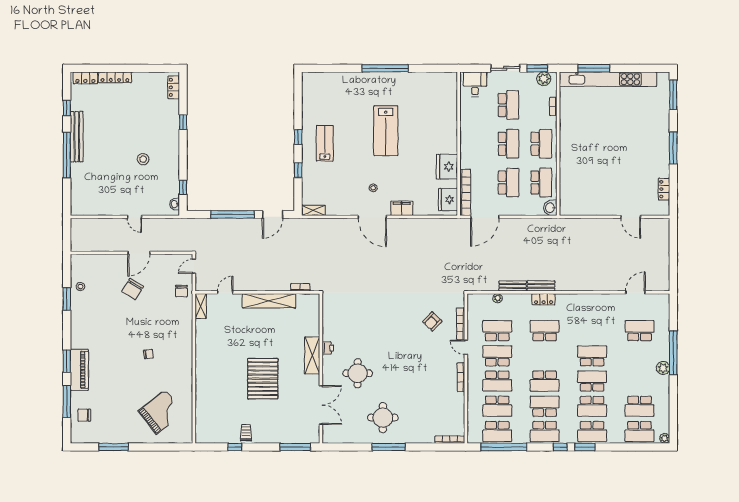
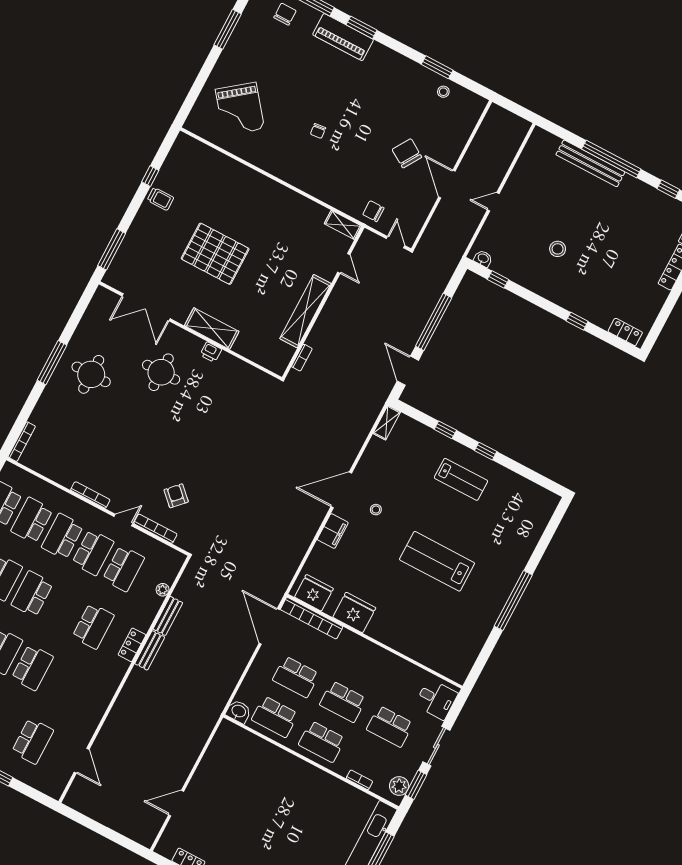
bench: (77, 137) -> (590, 163), moved

